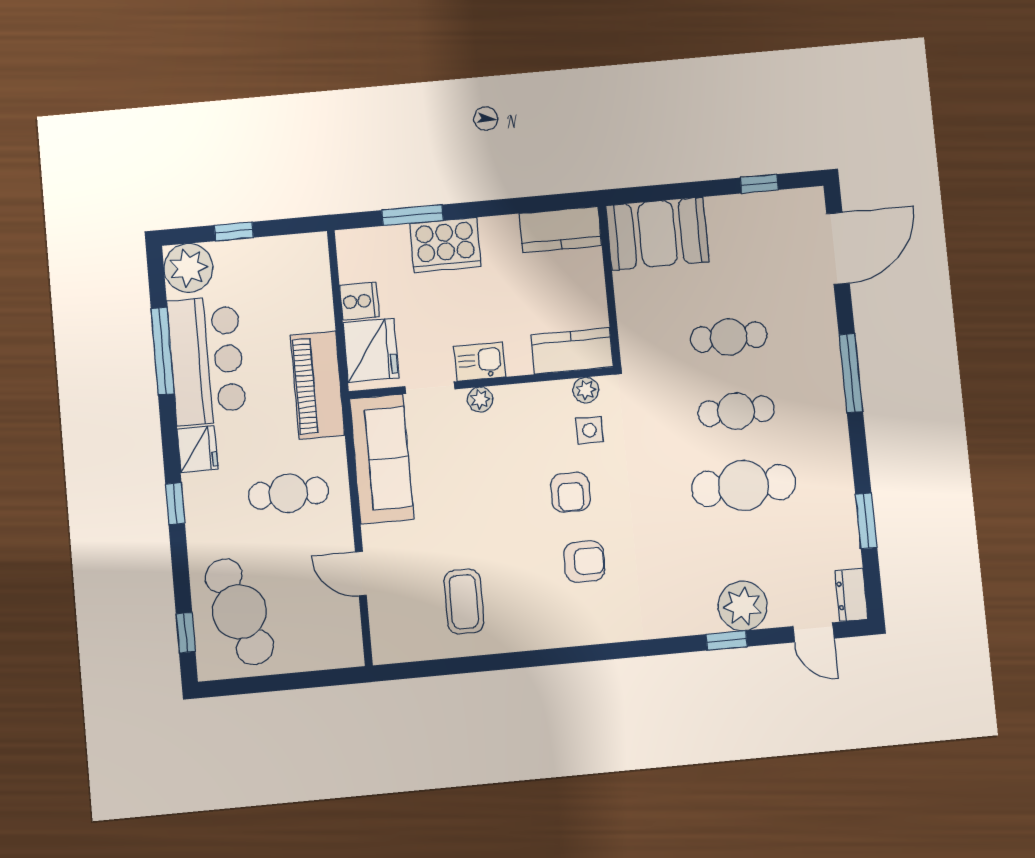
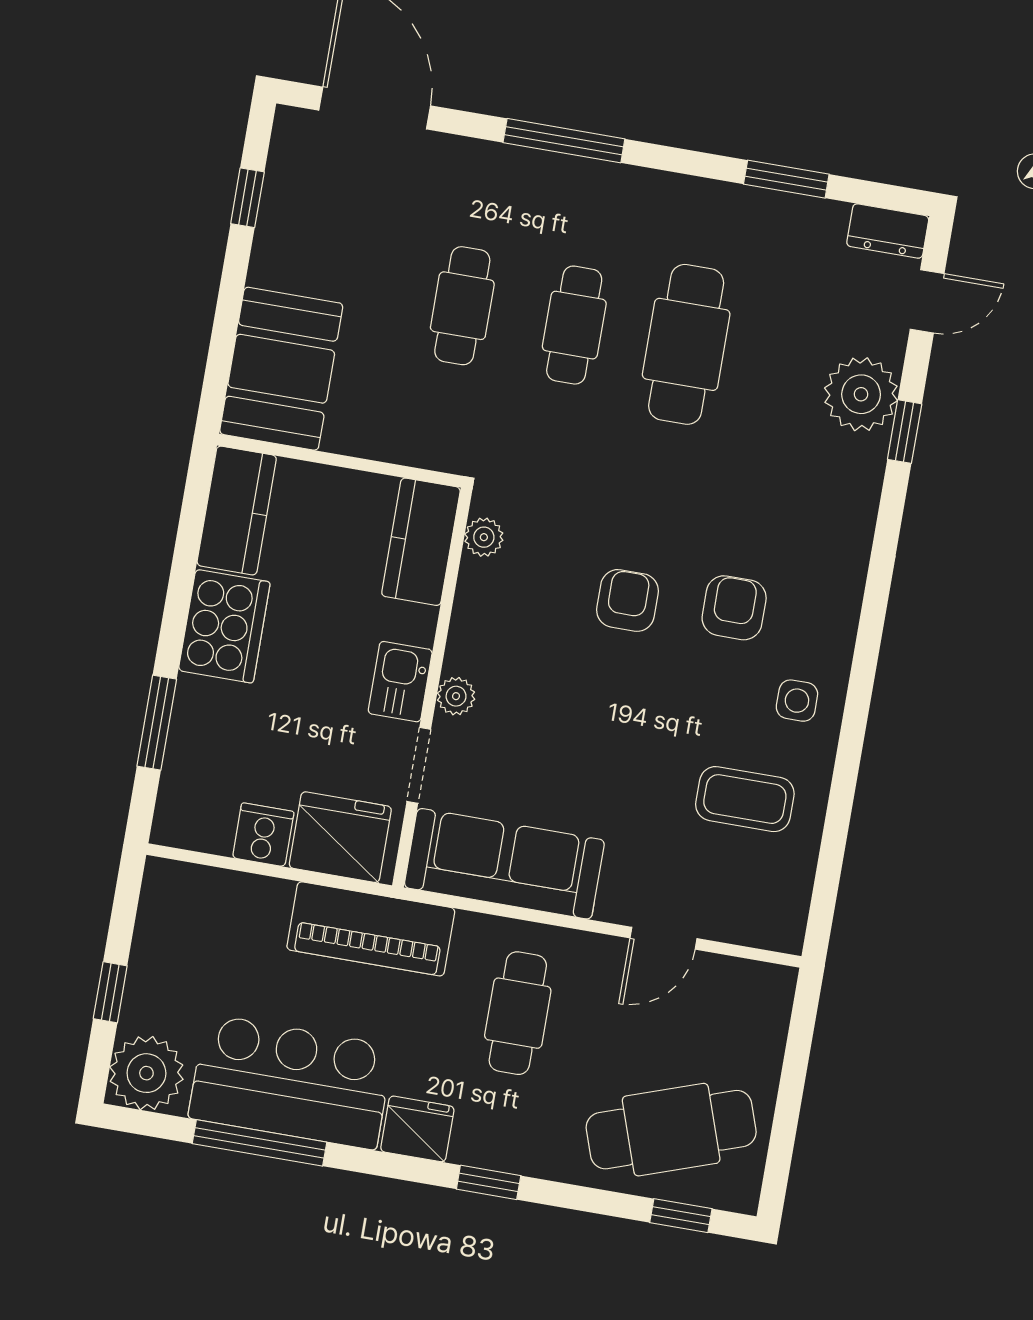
cooker: (445, 245) -> (224, 626), moved
side table: (589, 430) -> (797, 701), moved
armchair: (570, 492) -> (627, 600), turned -90

